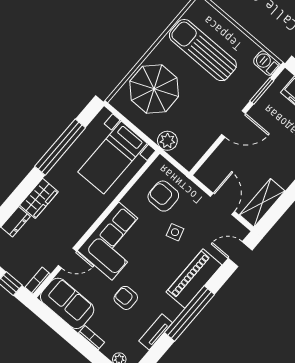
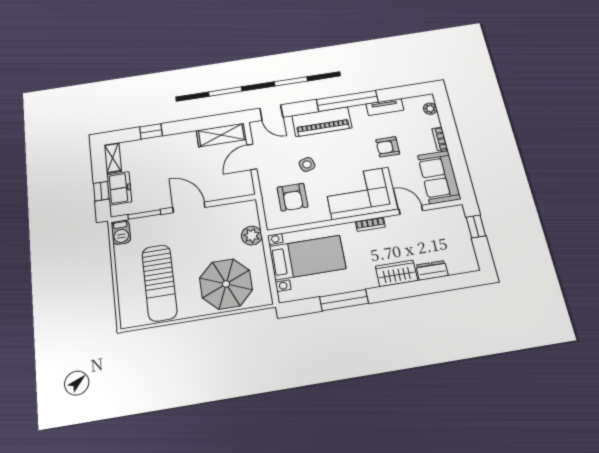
window: (60, 147) -> (344, 300), width x0.68
bookcase: (38, 281) -> (370, 224), moved
armchair: (126, 298) -> (388, 147), turned 90

